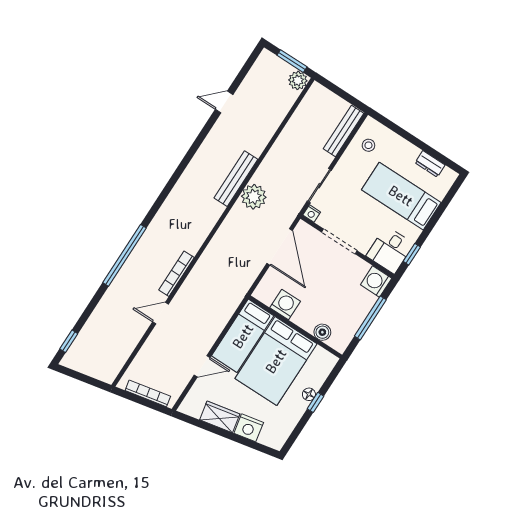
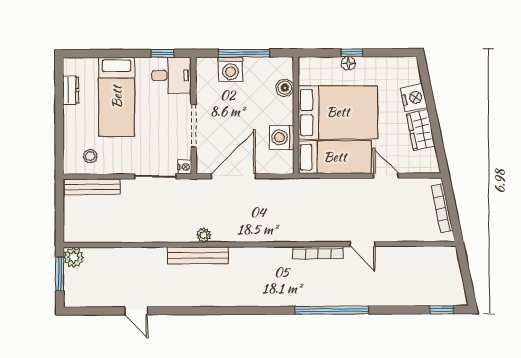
plant: (254, 197) -> (204, 235), width x0.53, depth x0.53
washing machine: (376, 282) -> (230, 69), moved

